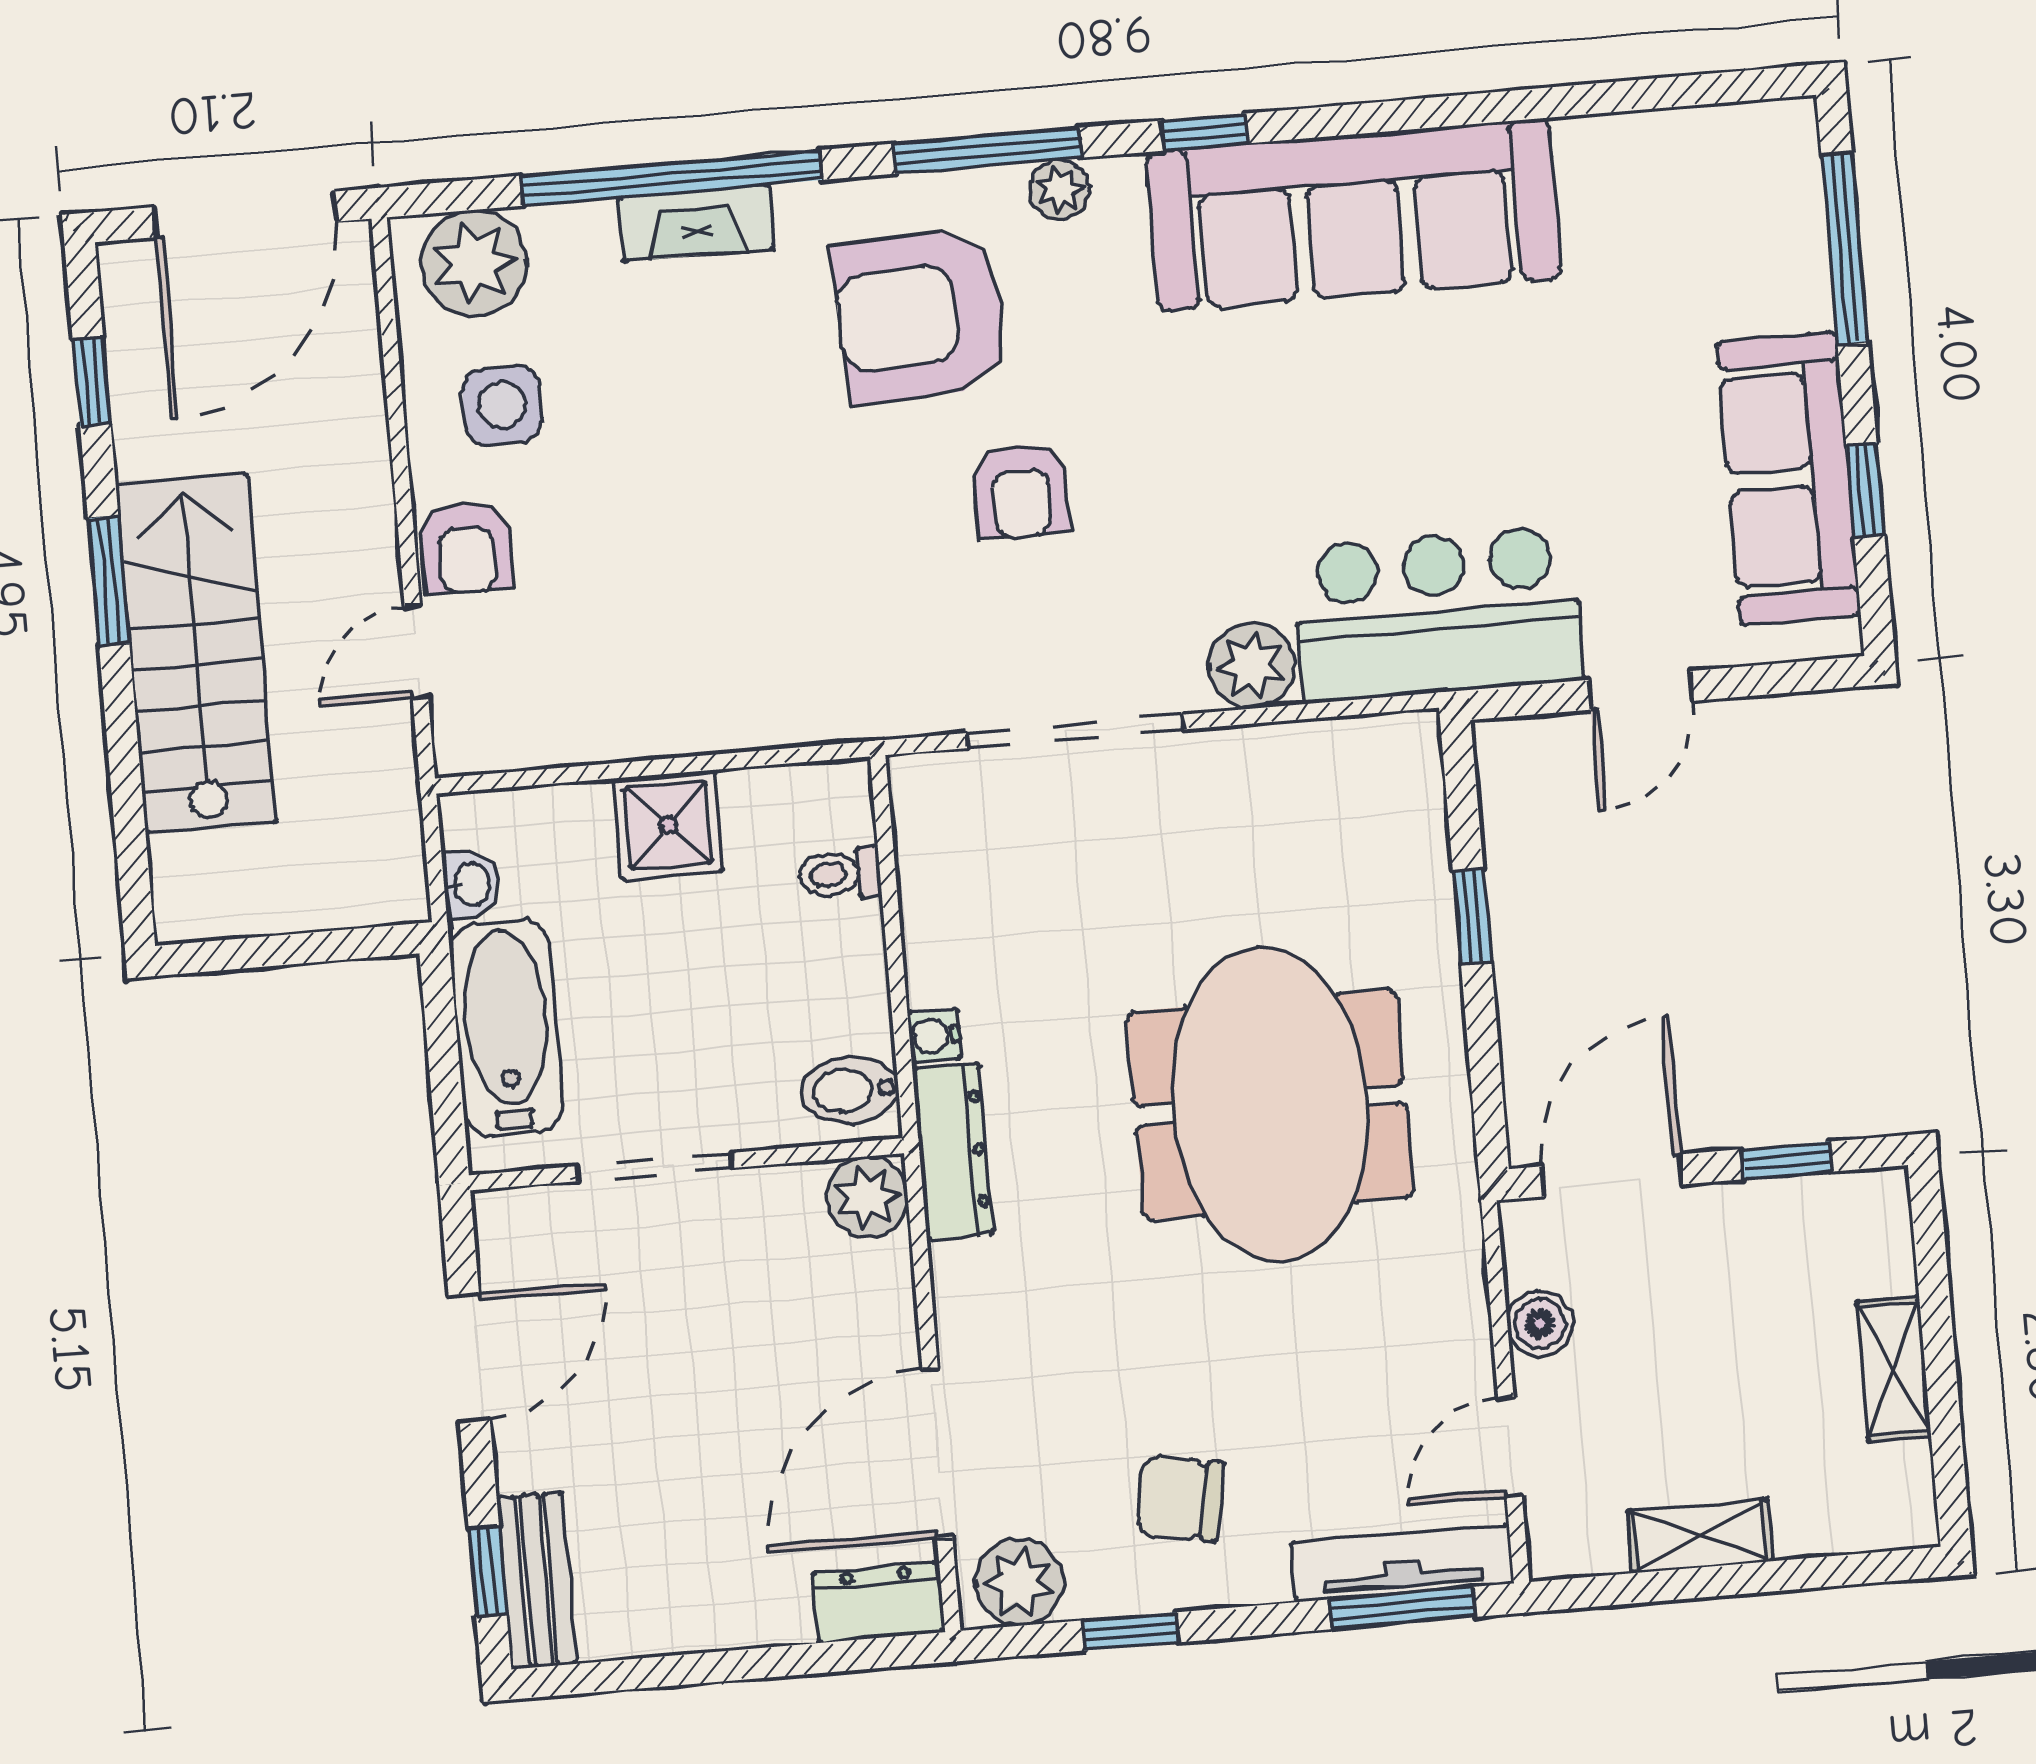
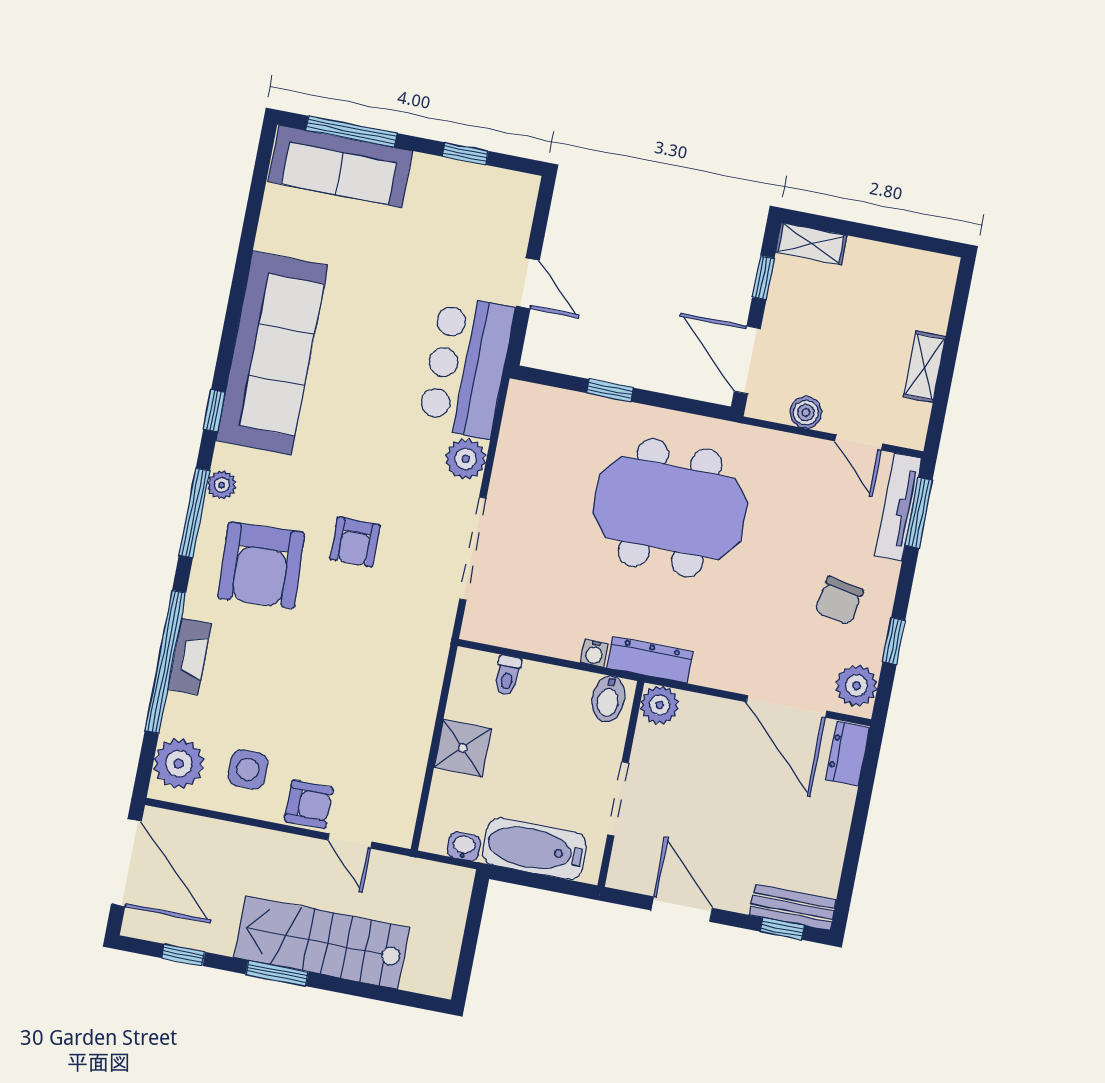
sofa: (1789, 478) -> (340, 166), moved
armchair: (1021, 491) -> (355, 542), turned 90
shelving: (1894, 1369) -> (811, 244), moved

